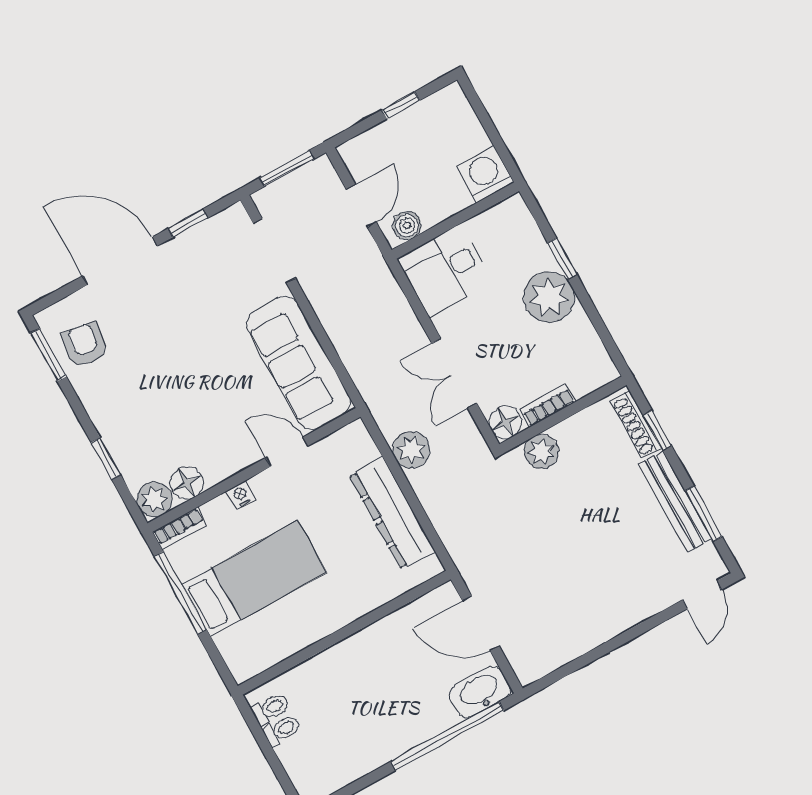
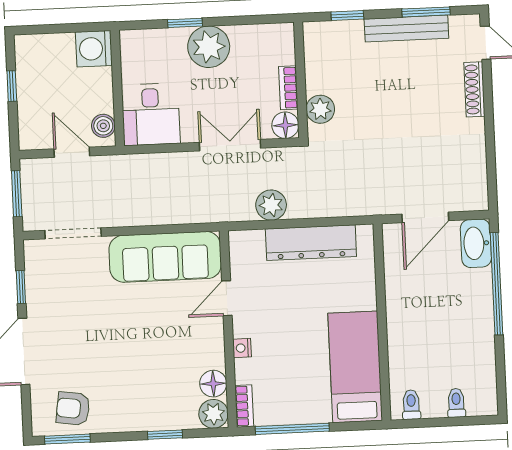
double door: (454, 373) -> (230, 145), swing flipped
shoe rack: (636, 425) -> (474, 89), moved, turned 90
bed: (254, 579) -> (355, 367), moved
toilet: (282, 730) -> (456, 403), moved

